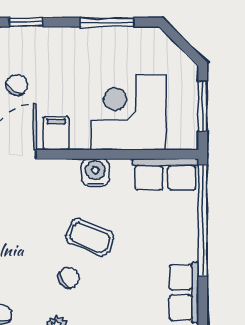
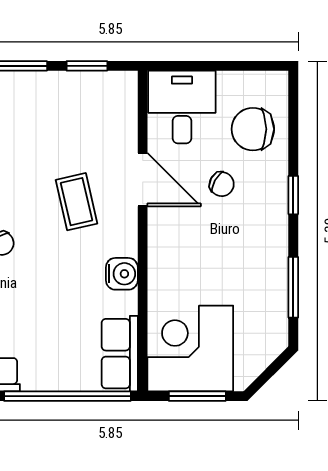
corner desk: (128, 112) -> (190, 348), moved, turned -90
filing cabinet: (56, 133) -> (167, 229), removed
coffee table: (90, 237) -> (76, 202), moved, turned -36

